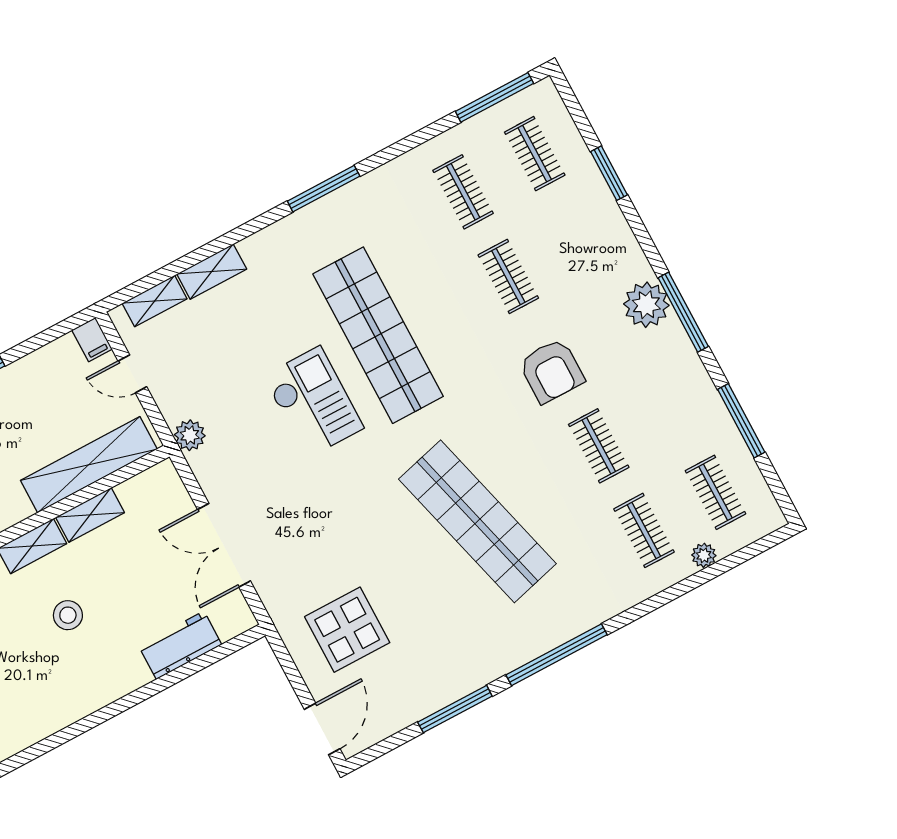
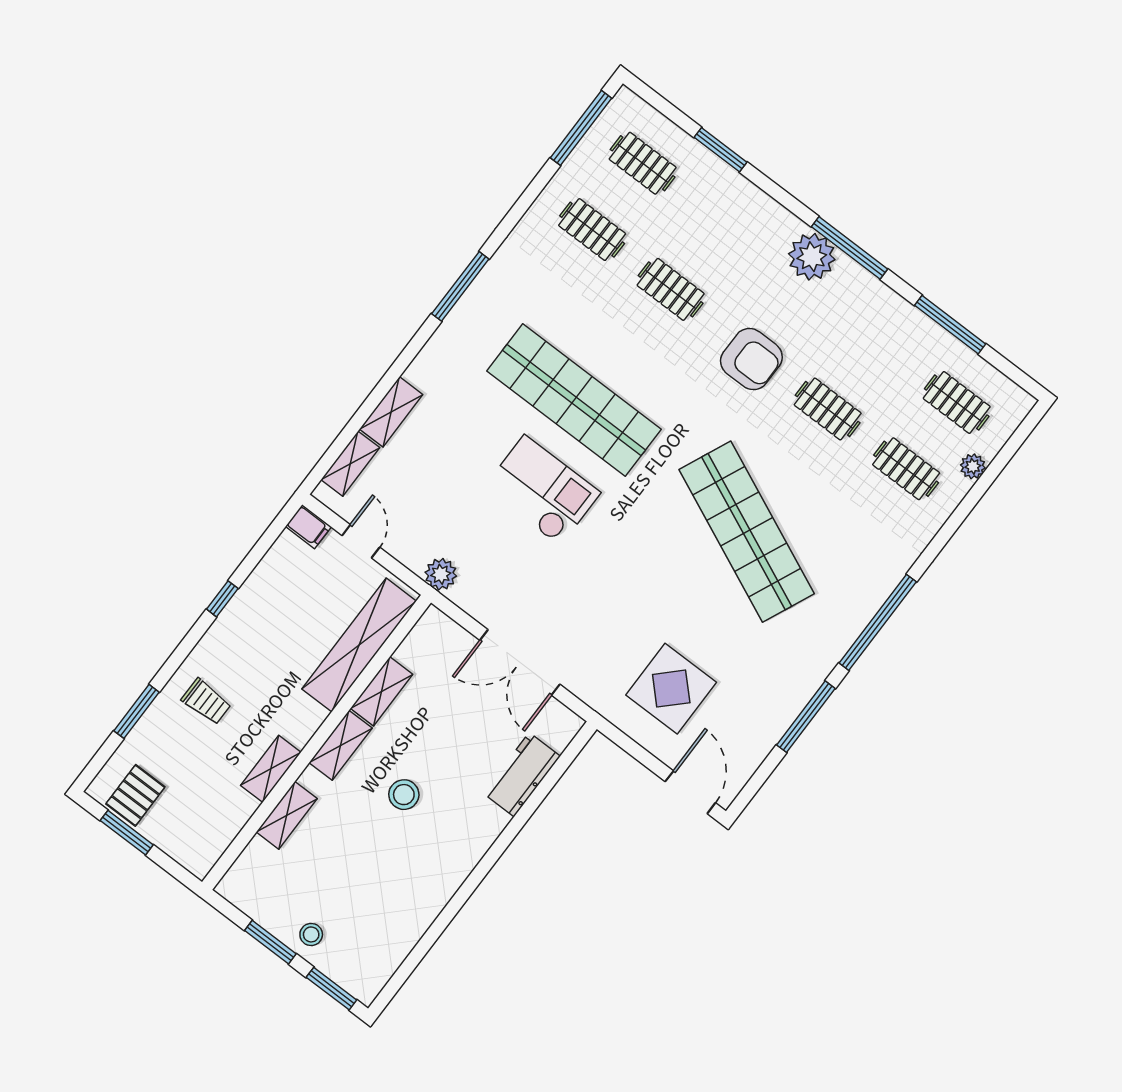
door: (132, 374) -> (361, 541), swing flipped
shop shelf: (477, 521) -> (747, 532), turned 39

